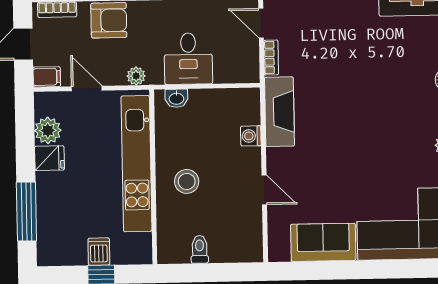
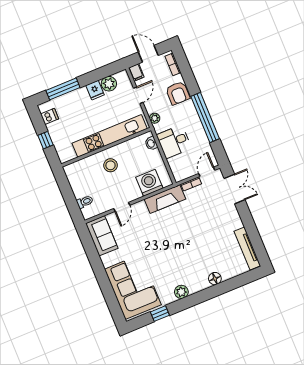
washing machine: (251, 136) -> (149, 183), width x1.89, depth x1.89
sofa: (323, 242) -> (102, 236), moved
toilet: (200, 249) -> (85, 202), moved
dishwasher: (99, 252) -> (50, 116), moved

